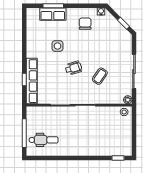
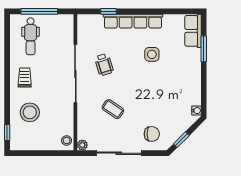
row of seats: (53, 14) -> (193, 31), moved
chair: (85, 24) -> (152, 134), moved
wheelchair: (73, 68) -> (104, 65), moved
row of seats: (32, 81) -> (133, 21), moved
stool: (102, 140) -> (30, 112), added
trolley: (75, 144) -> (25, 78), added

